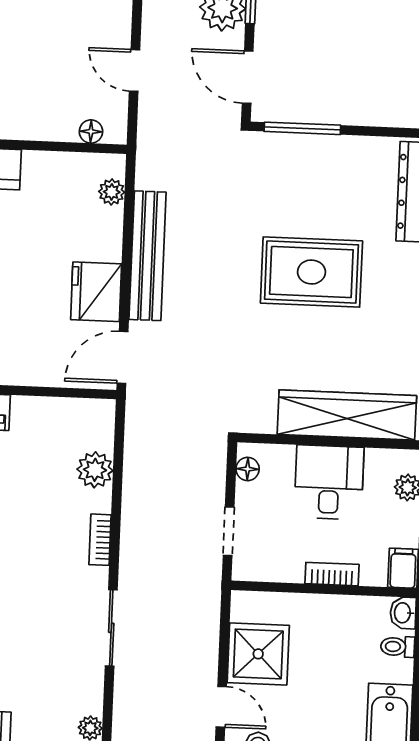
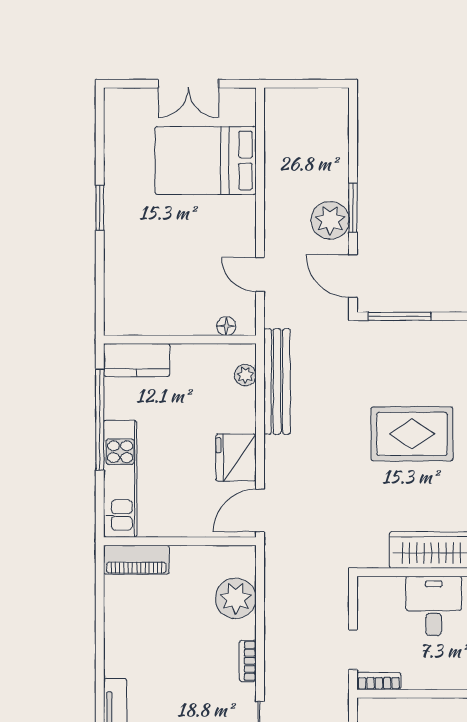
bench: (148, 256) -> (277, 381), moved
floor lamp: (248, 469) -> (366, 598), removed
plant: (95, 470) -> (236, 598), width x1.36, depth x1.36
bookcase: (332, 574) -> (379, 681), moved

